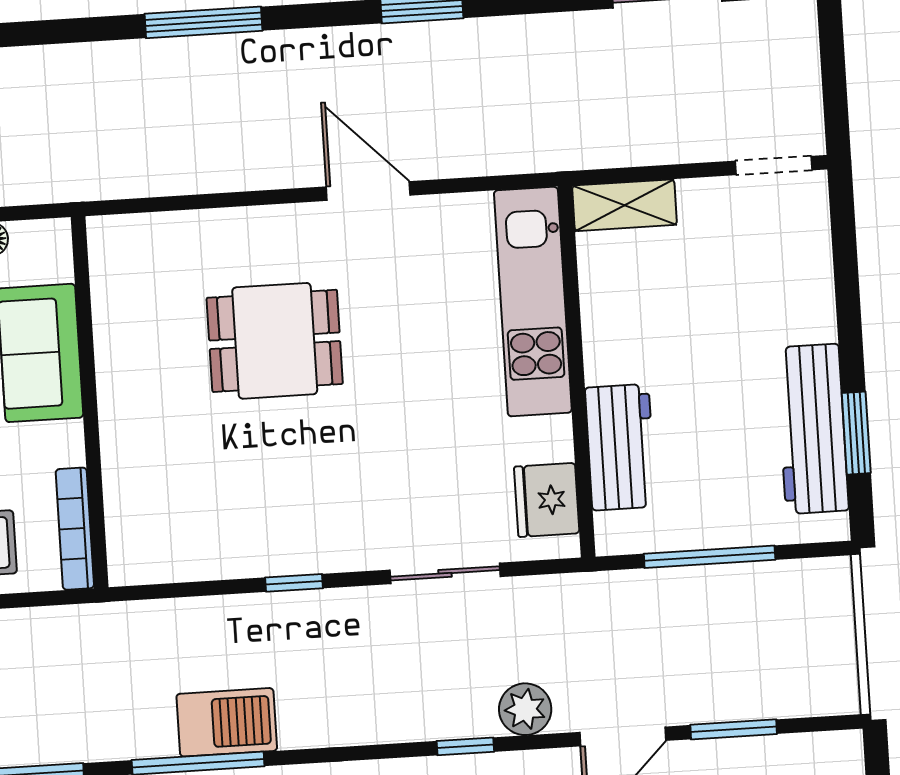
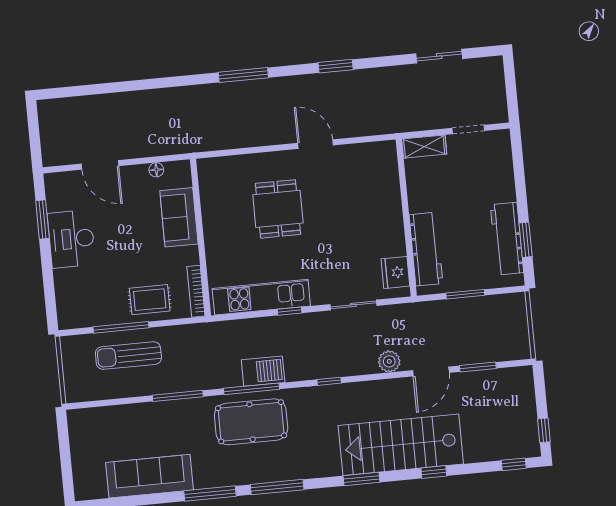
doorway: (774, 166) -> (468, 129), moved
kitchen unit: (533, 302) -> (261, 297), moved, turned 90
dining table: (275, 341) -> (278, 209), turned 90
workbench: (620, 447) -> (426, 249), width x1.38
window: (710, 557) -> (465, 294), width x0.69
window: (465, 746) -> (329, 381), moved

